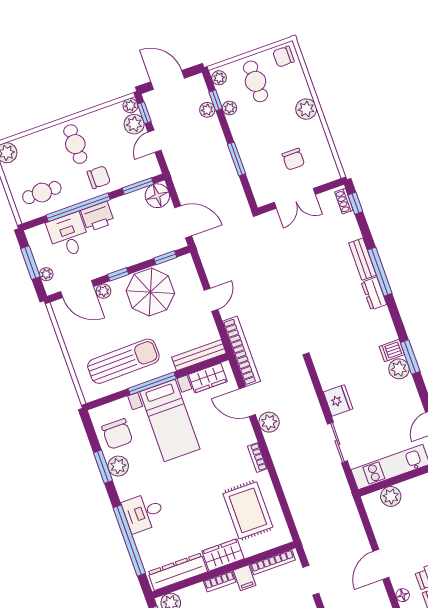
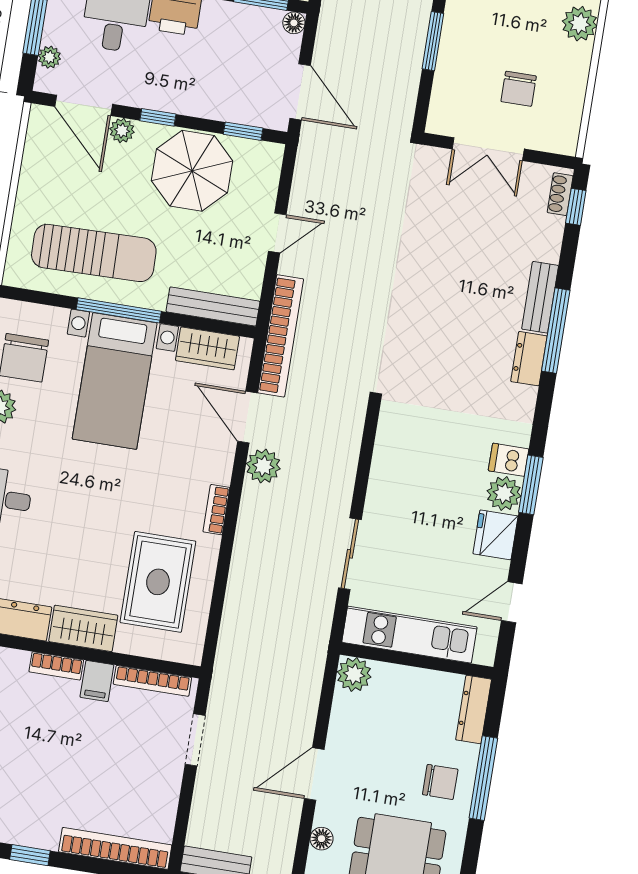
floor lamp: (157, 196) -> (294, 23), width x0.53, depth x0.53
fridge: (338, 400) -> (495, 535), moved, turned 180
plant: (391, 496) -> (354, 674), moved

